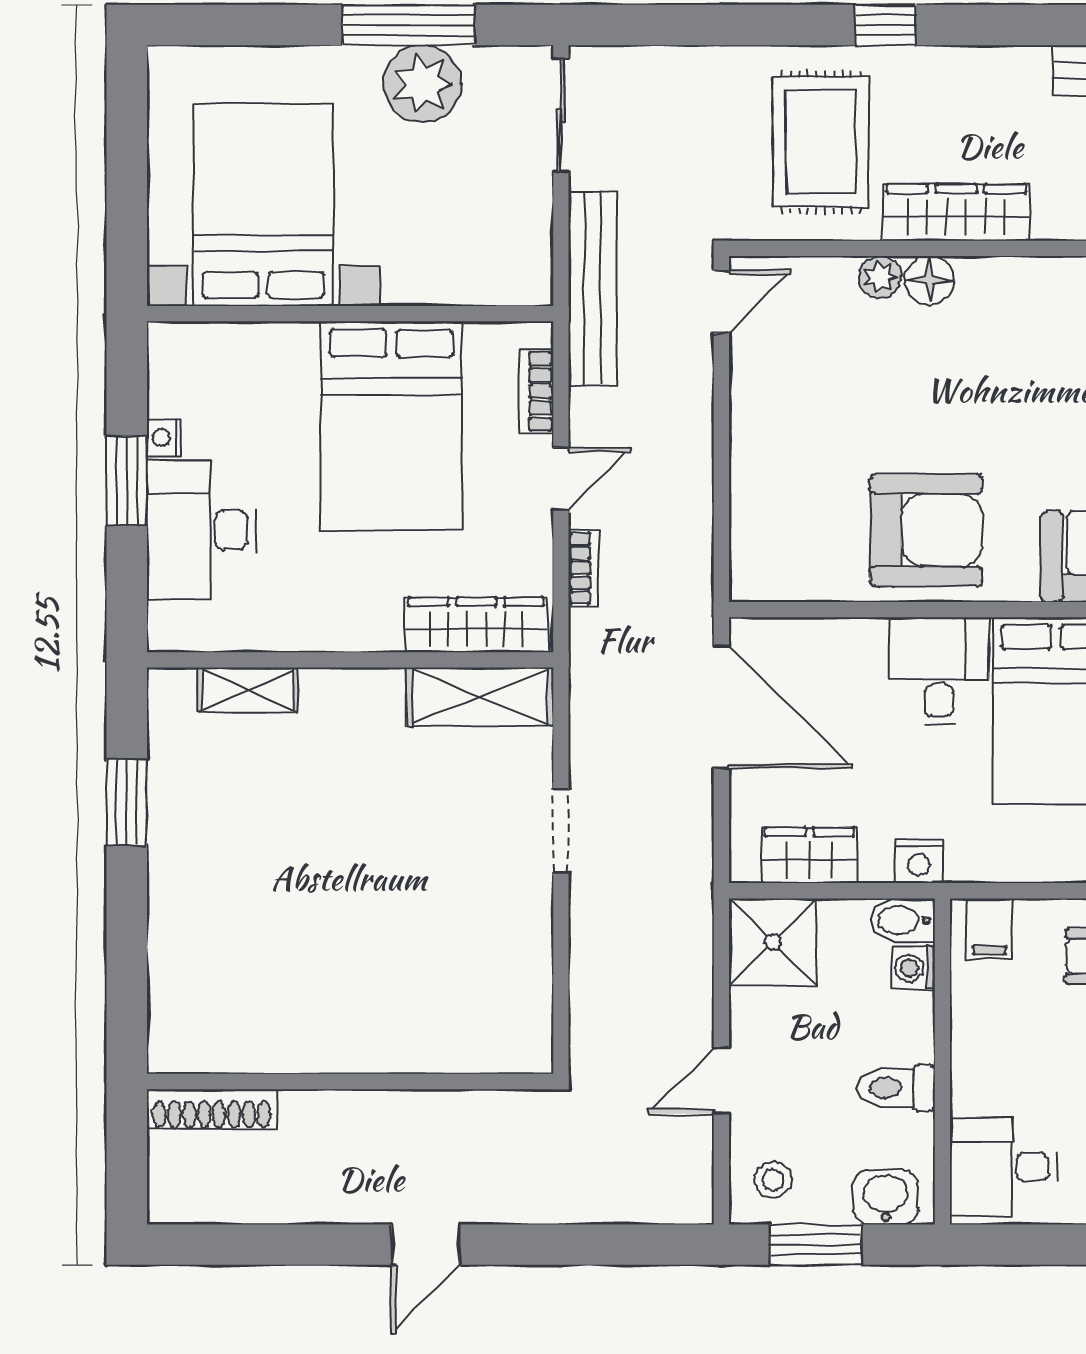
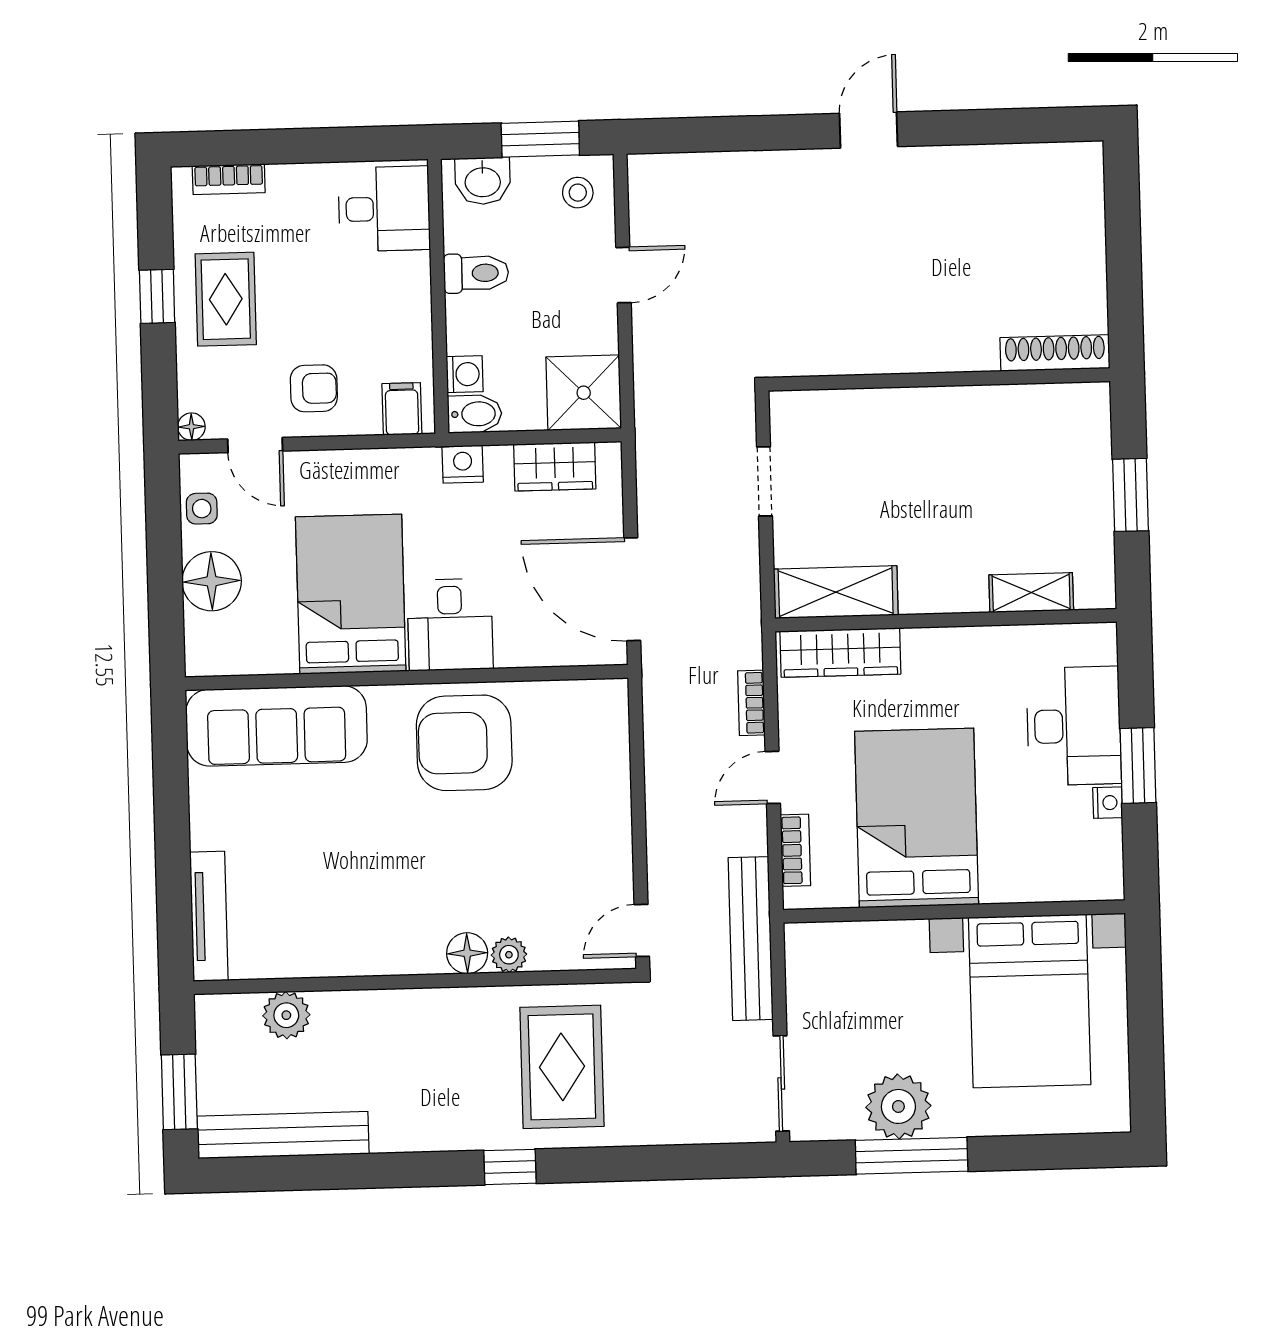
wardrobe: (956, 212) -> (446, 1011), removed
wall: (350, 1081) -> (939, 379), moved
shoe rack: (212, 1109) -> (1055, 353), moved

